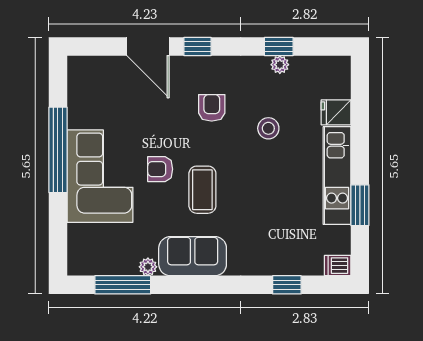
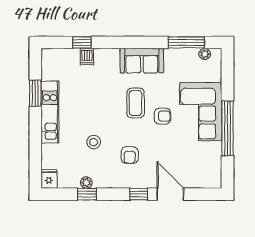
fridge: (336, 112) -> (49, 179), moved, turned -90
dishwasher: (338, 266) -> (87, 57), moved, turned 90
plant: (148, 267) -> (205, 54), moved

